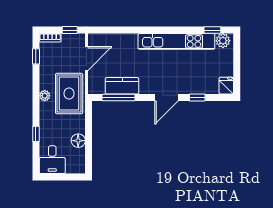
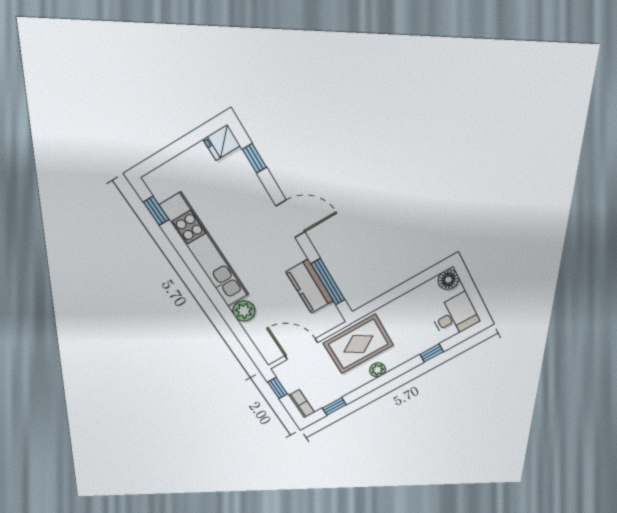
plant: (223, 41) -> (244, 311), moved
window: (197, 98) -> (254, 158), moved
floor lamp: (78, 141) -> (448, 280), moved

